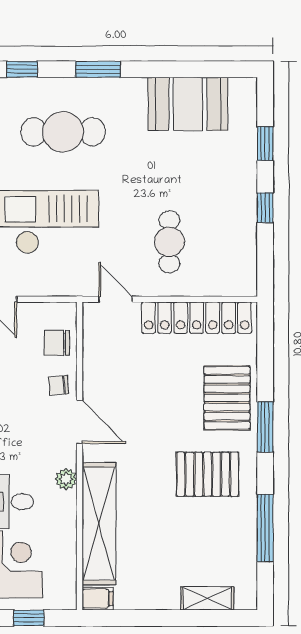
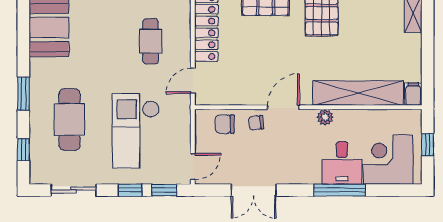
cafe table: (169, 242) -> (151, 41), turned 90
chair: (57, 343) -> (225, 124), turned 90
chair: (59, 385) -> (256, 123), turned 89

